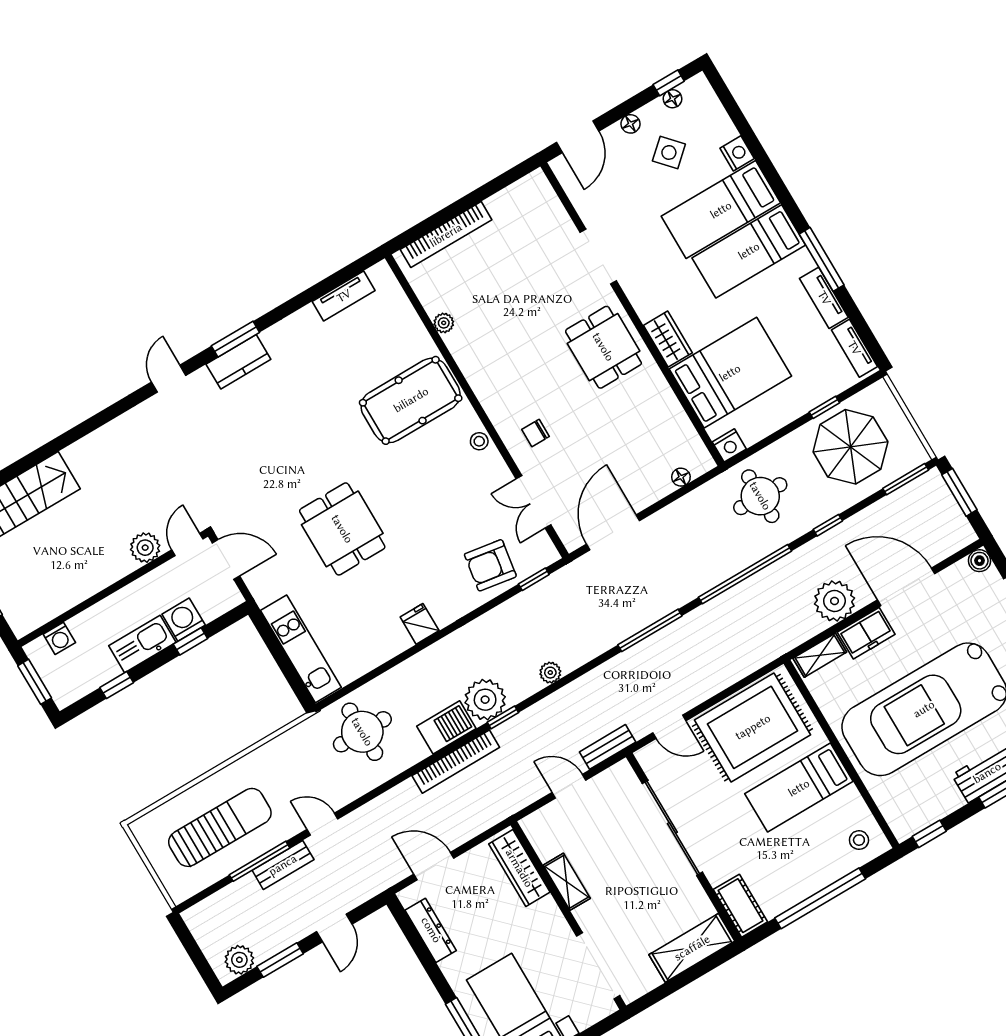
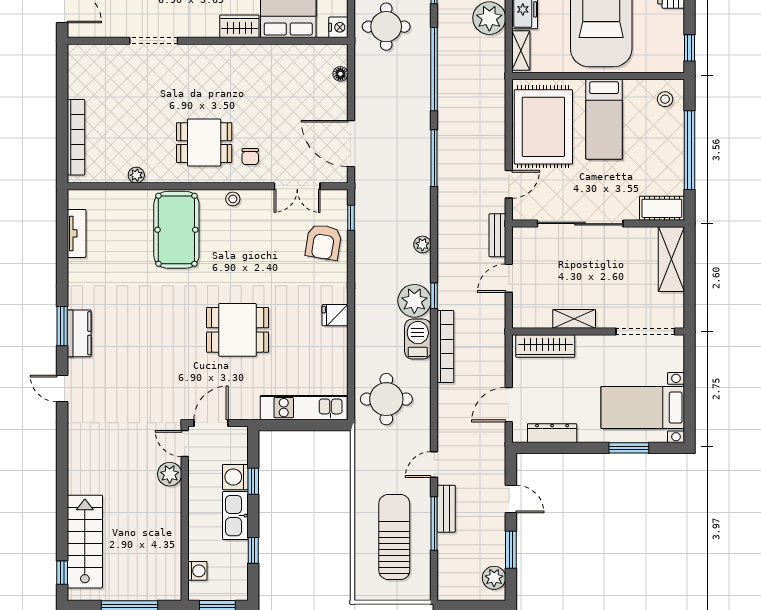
dining table: (603, 347) -> (204, 143), moved

